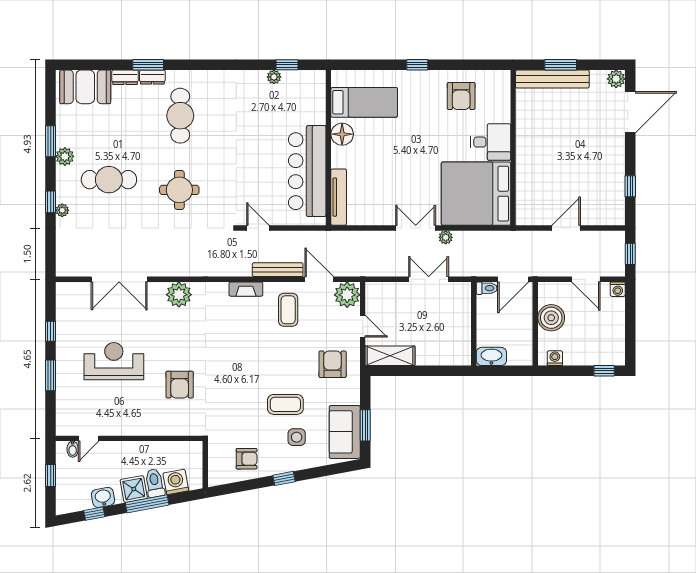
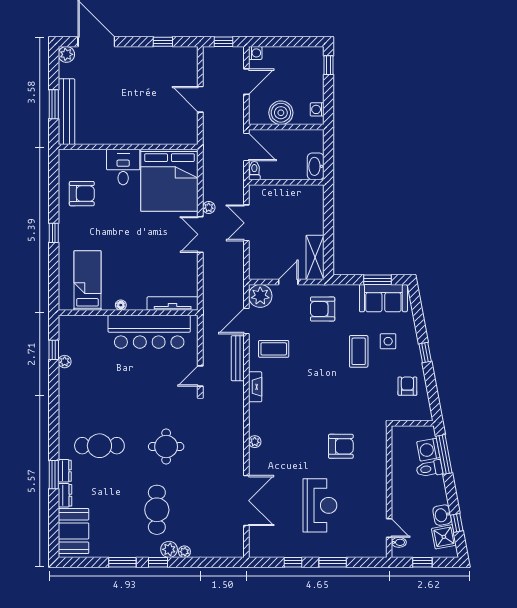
floor lamp: (342, 134) -> (121, 305), width x0.53, depth x0.53
plant: (65, 156) -> (169, 549), moved
window: (51, 202) -> (158, 562), moved
plant: (179, 295) -> (255, 442), width x0.53, depth x0.53
reception desk: (114, 361) -> (320, 505), turned 180
shower: (134, 489) -> (444, 537), moved
window: (147, 504) -> (444, 454), moved

